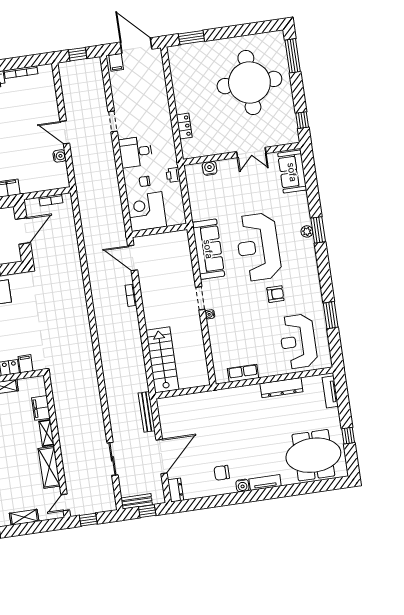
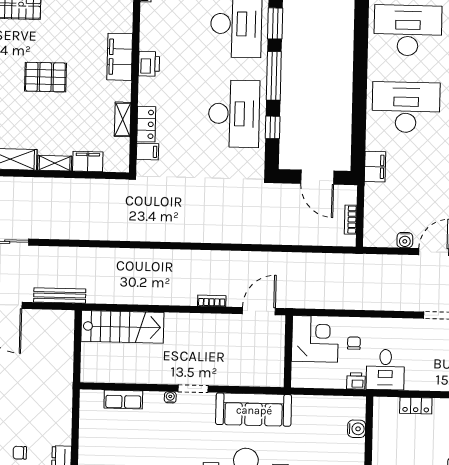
desk: (136, 152) -> (385, 370), moved, turned 180
row of seats: (243, 373) -> (123, 400), moved, turned 90
chair: (272, 422) -> (20, 453), added

